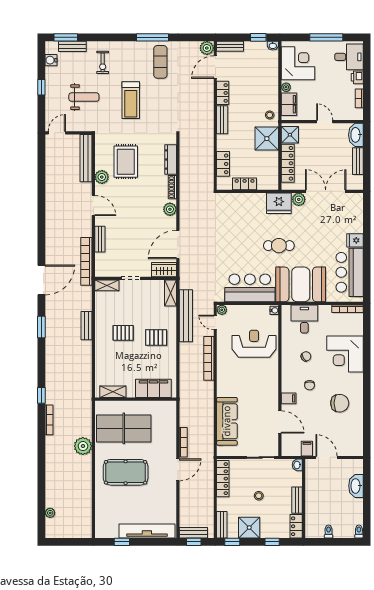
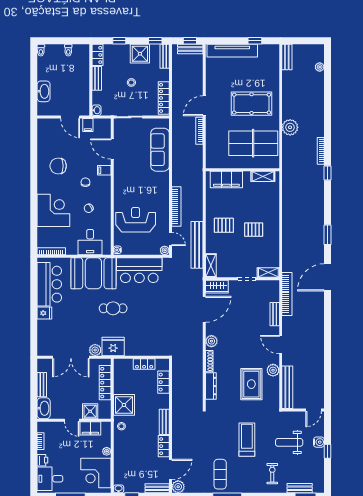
water cooler: (51, 60) -> (319, 442), moved
filing cabinet: (289, 104) -> (90, 428), moved, turned -90
shower: (290, 135) -> (90, 411), moved
bench: (86, 326) -> (287, 57), moved
reception desk: (254, 344) -> (136, 220), turned 180

